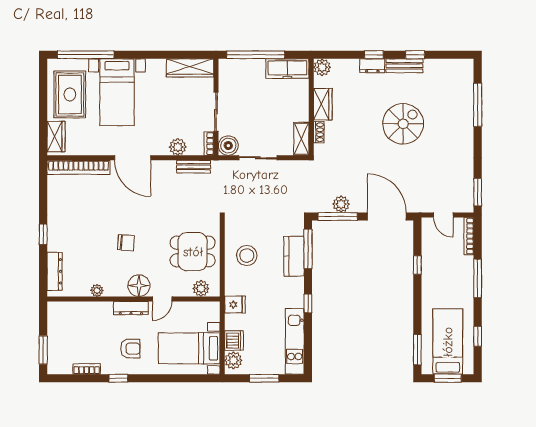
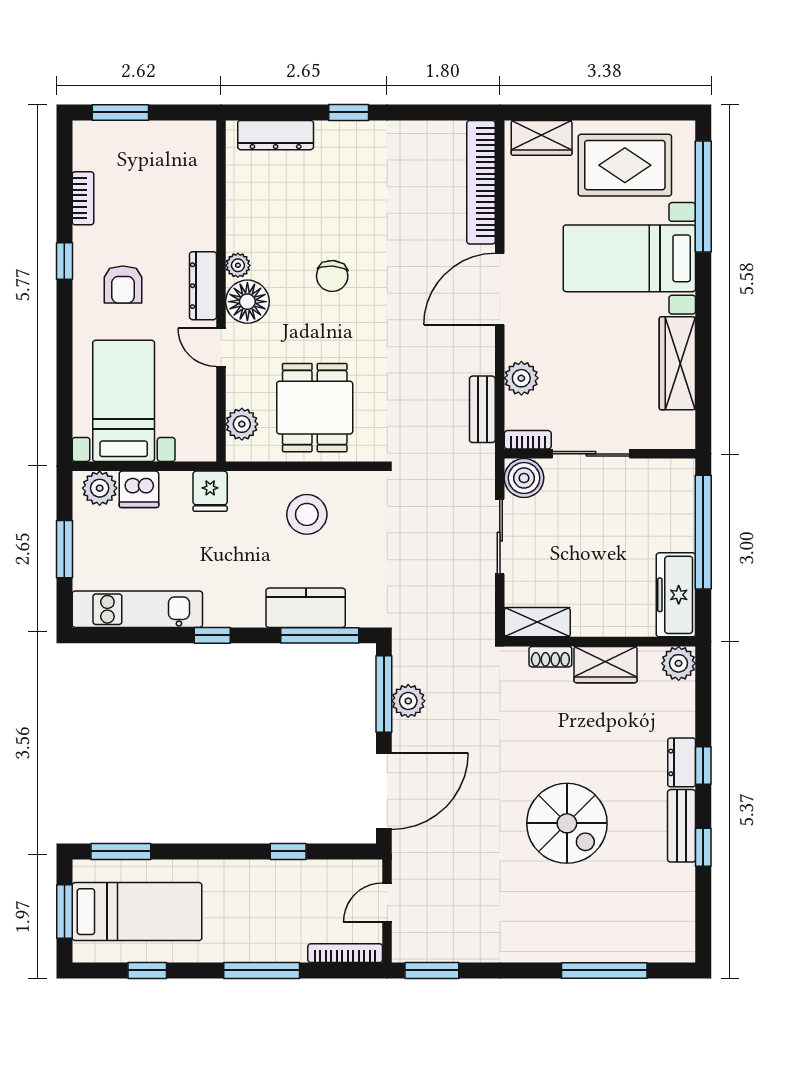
wardrobe: (190, 68) -> (677, 363), moved
plant: (97, 290) -> (238, 265), moved

